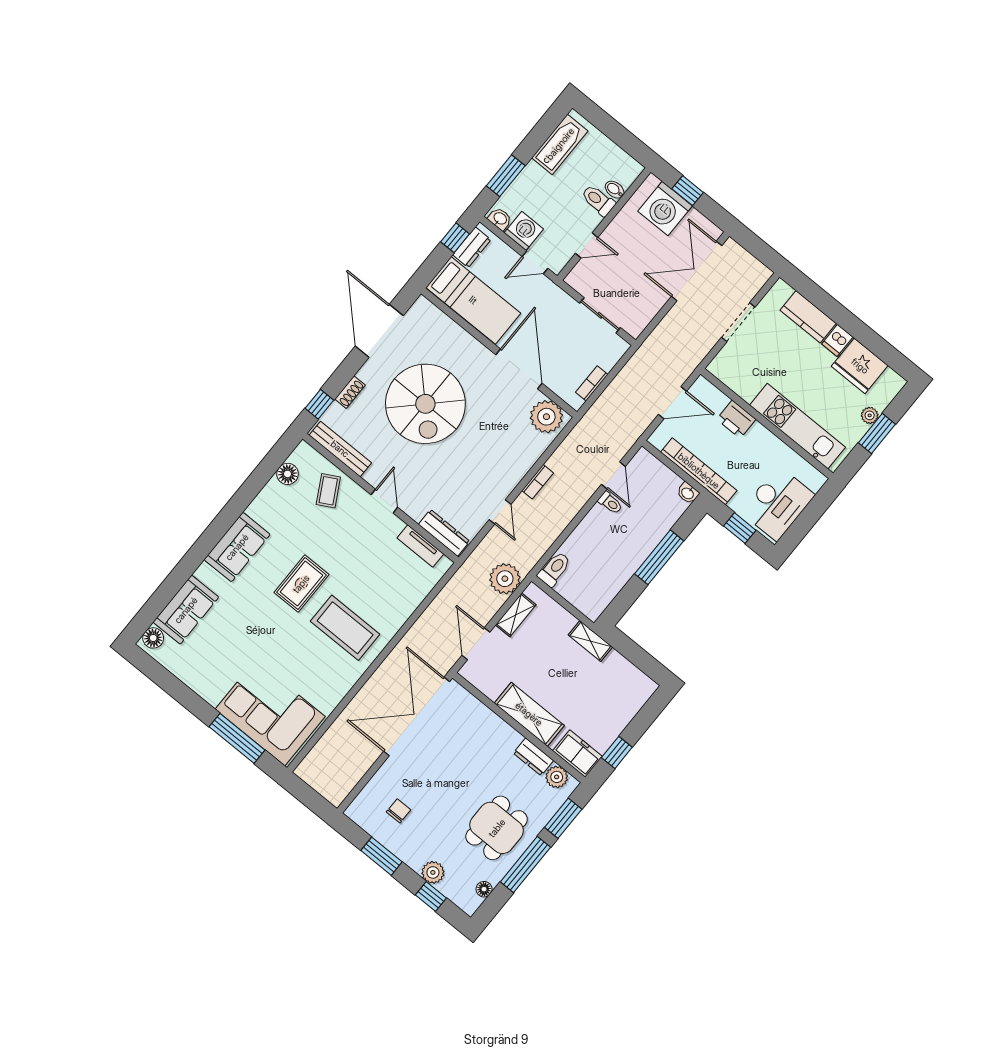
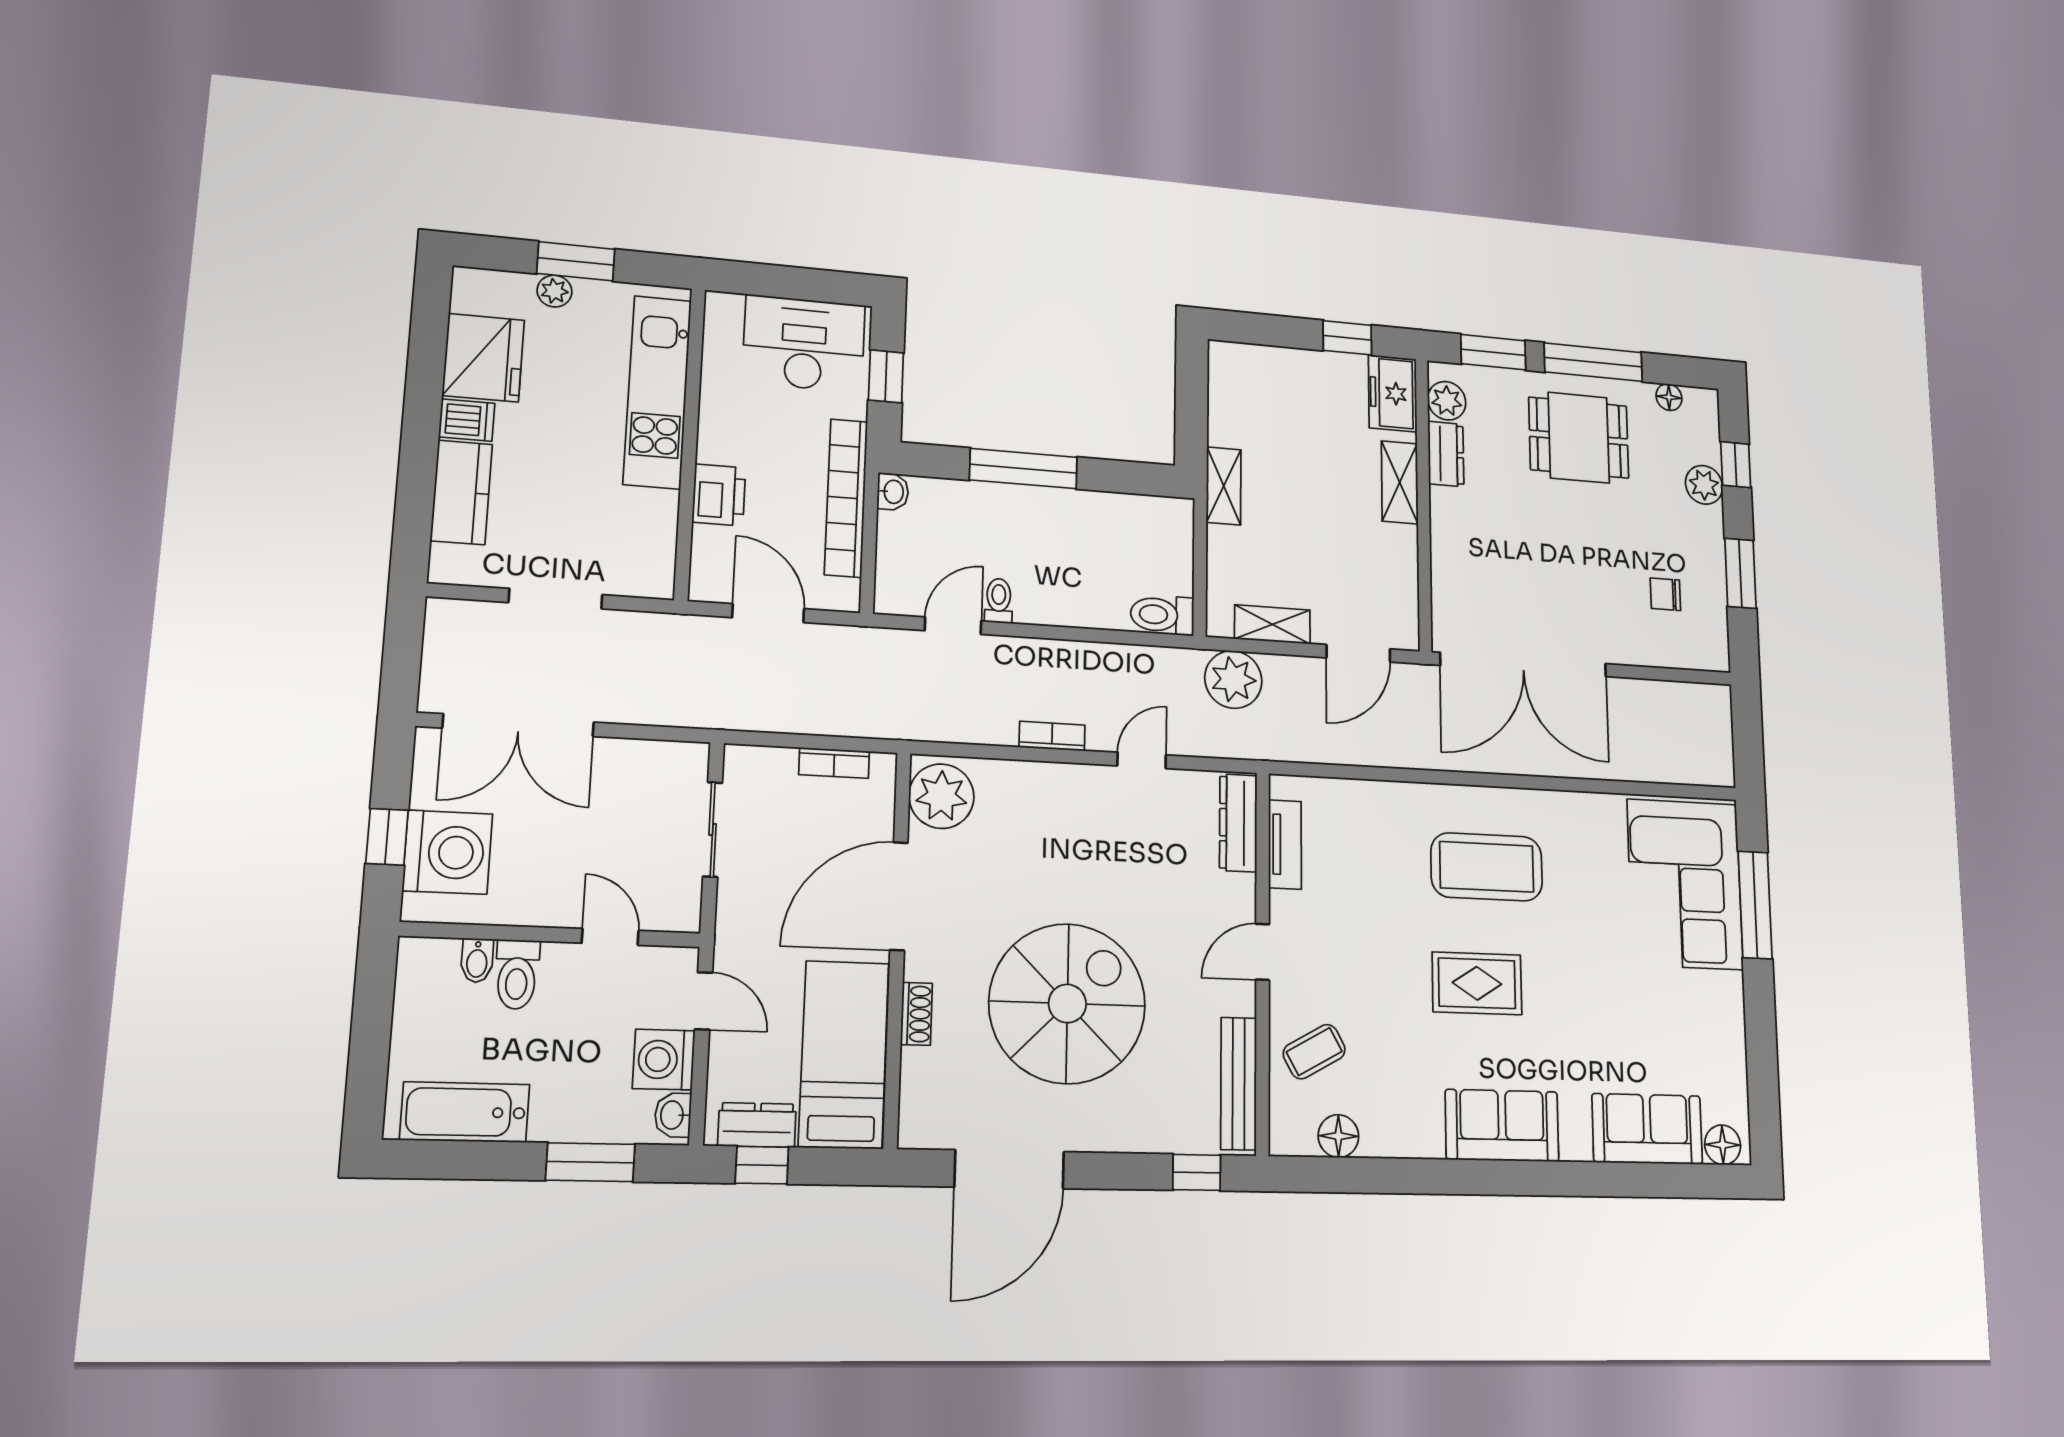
shoe rack: (350, 392) -> (916, 1014), moved, turned 90
coffee table: (345, 628) -> (1487, 867), turned 90
shelving: (529, 714) -> (1400, 482), width x0.67, depth x0.75

